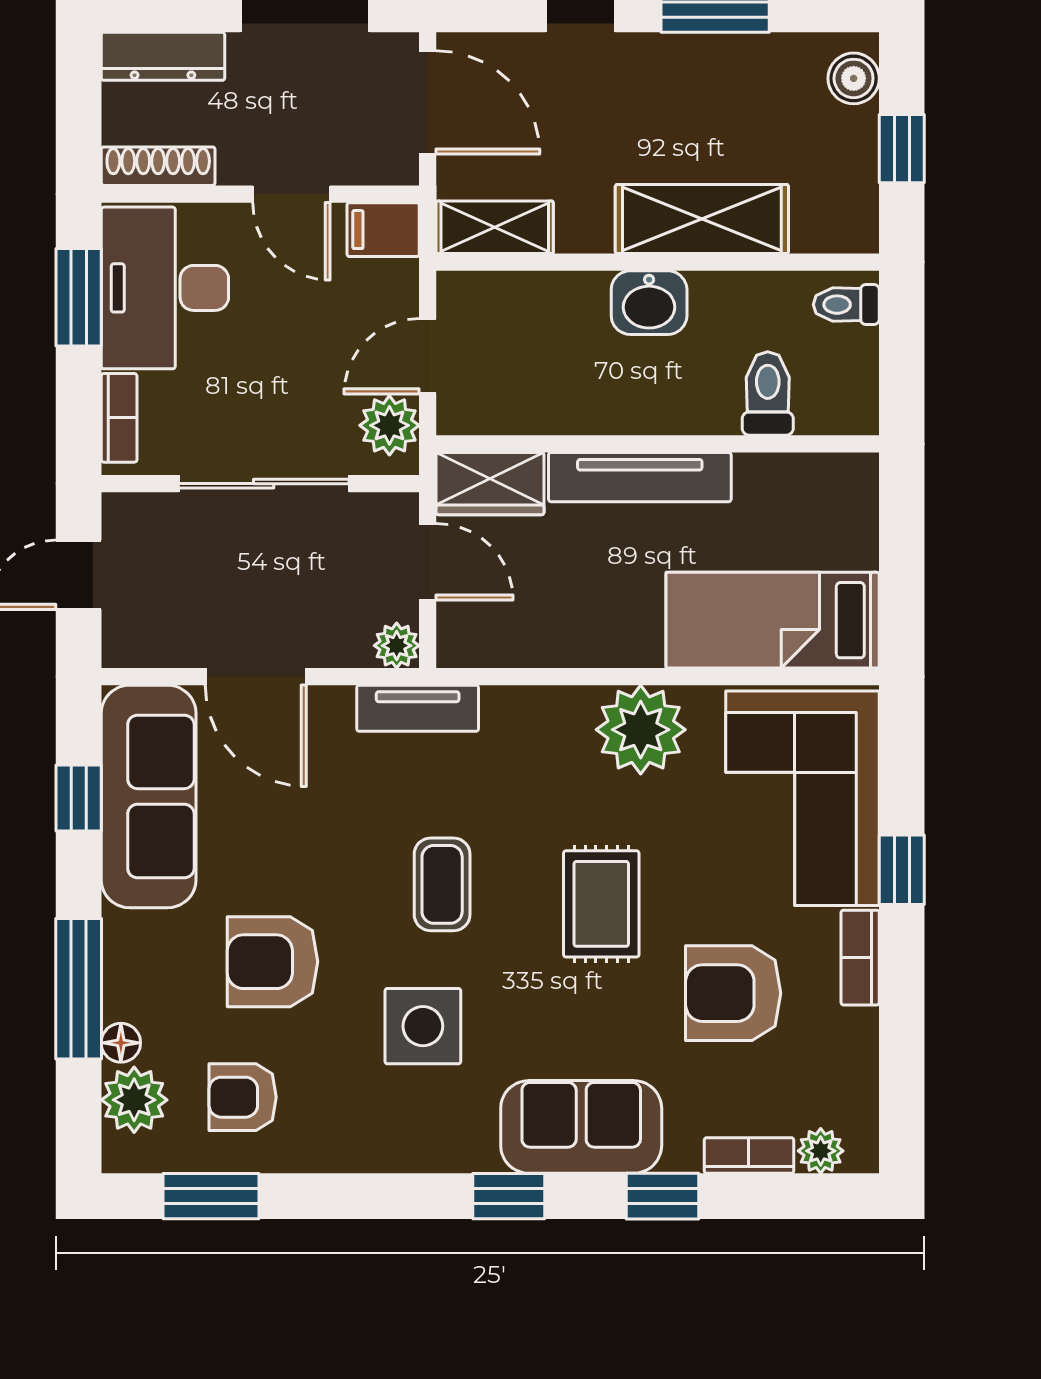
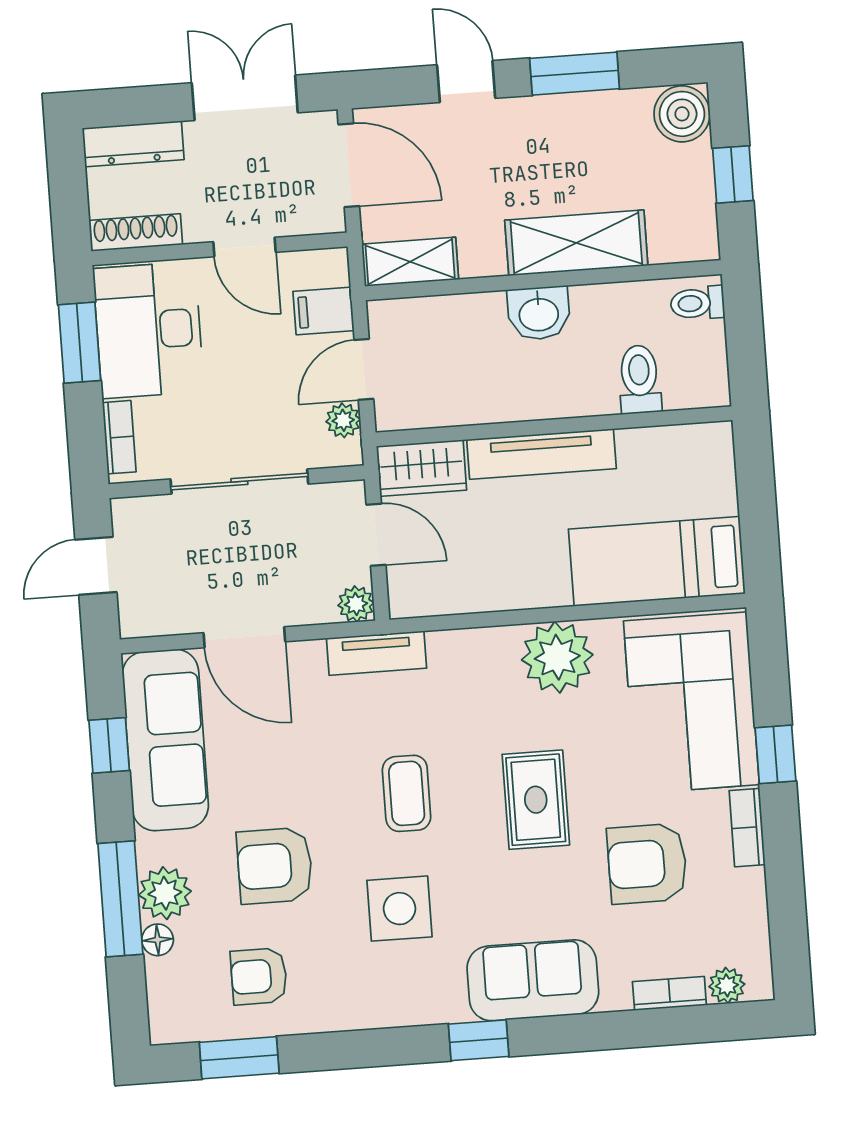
boiler: (854, 78) -> (682, 114), width x1.36, depth x1.36
filing cabinet: (383, 230) -> (323, 311), moved
plant: (389, 425) -> (343, 420), width x0.73, depth x0.73
plant: (134, 1100) -> (165, 893), moved
window: (663, 1196) -> (602, 1031), removed

